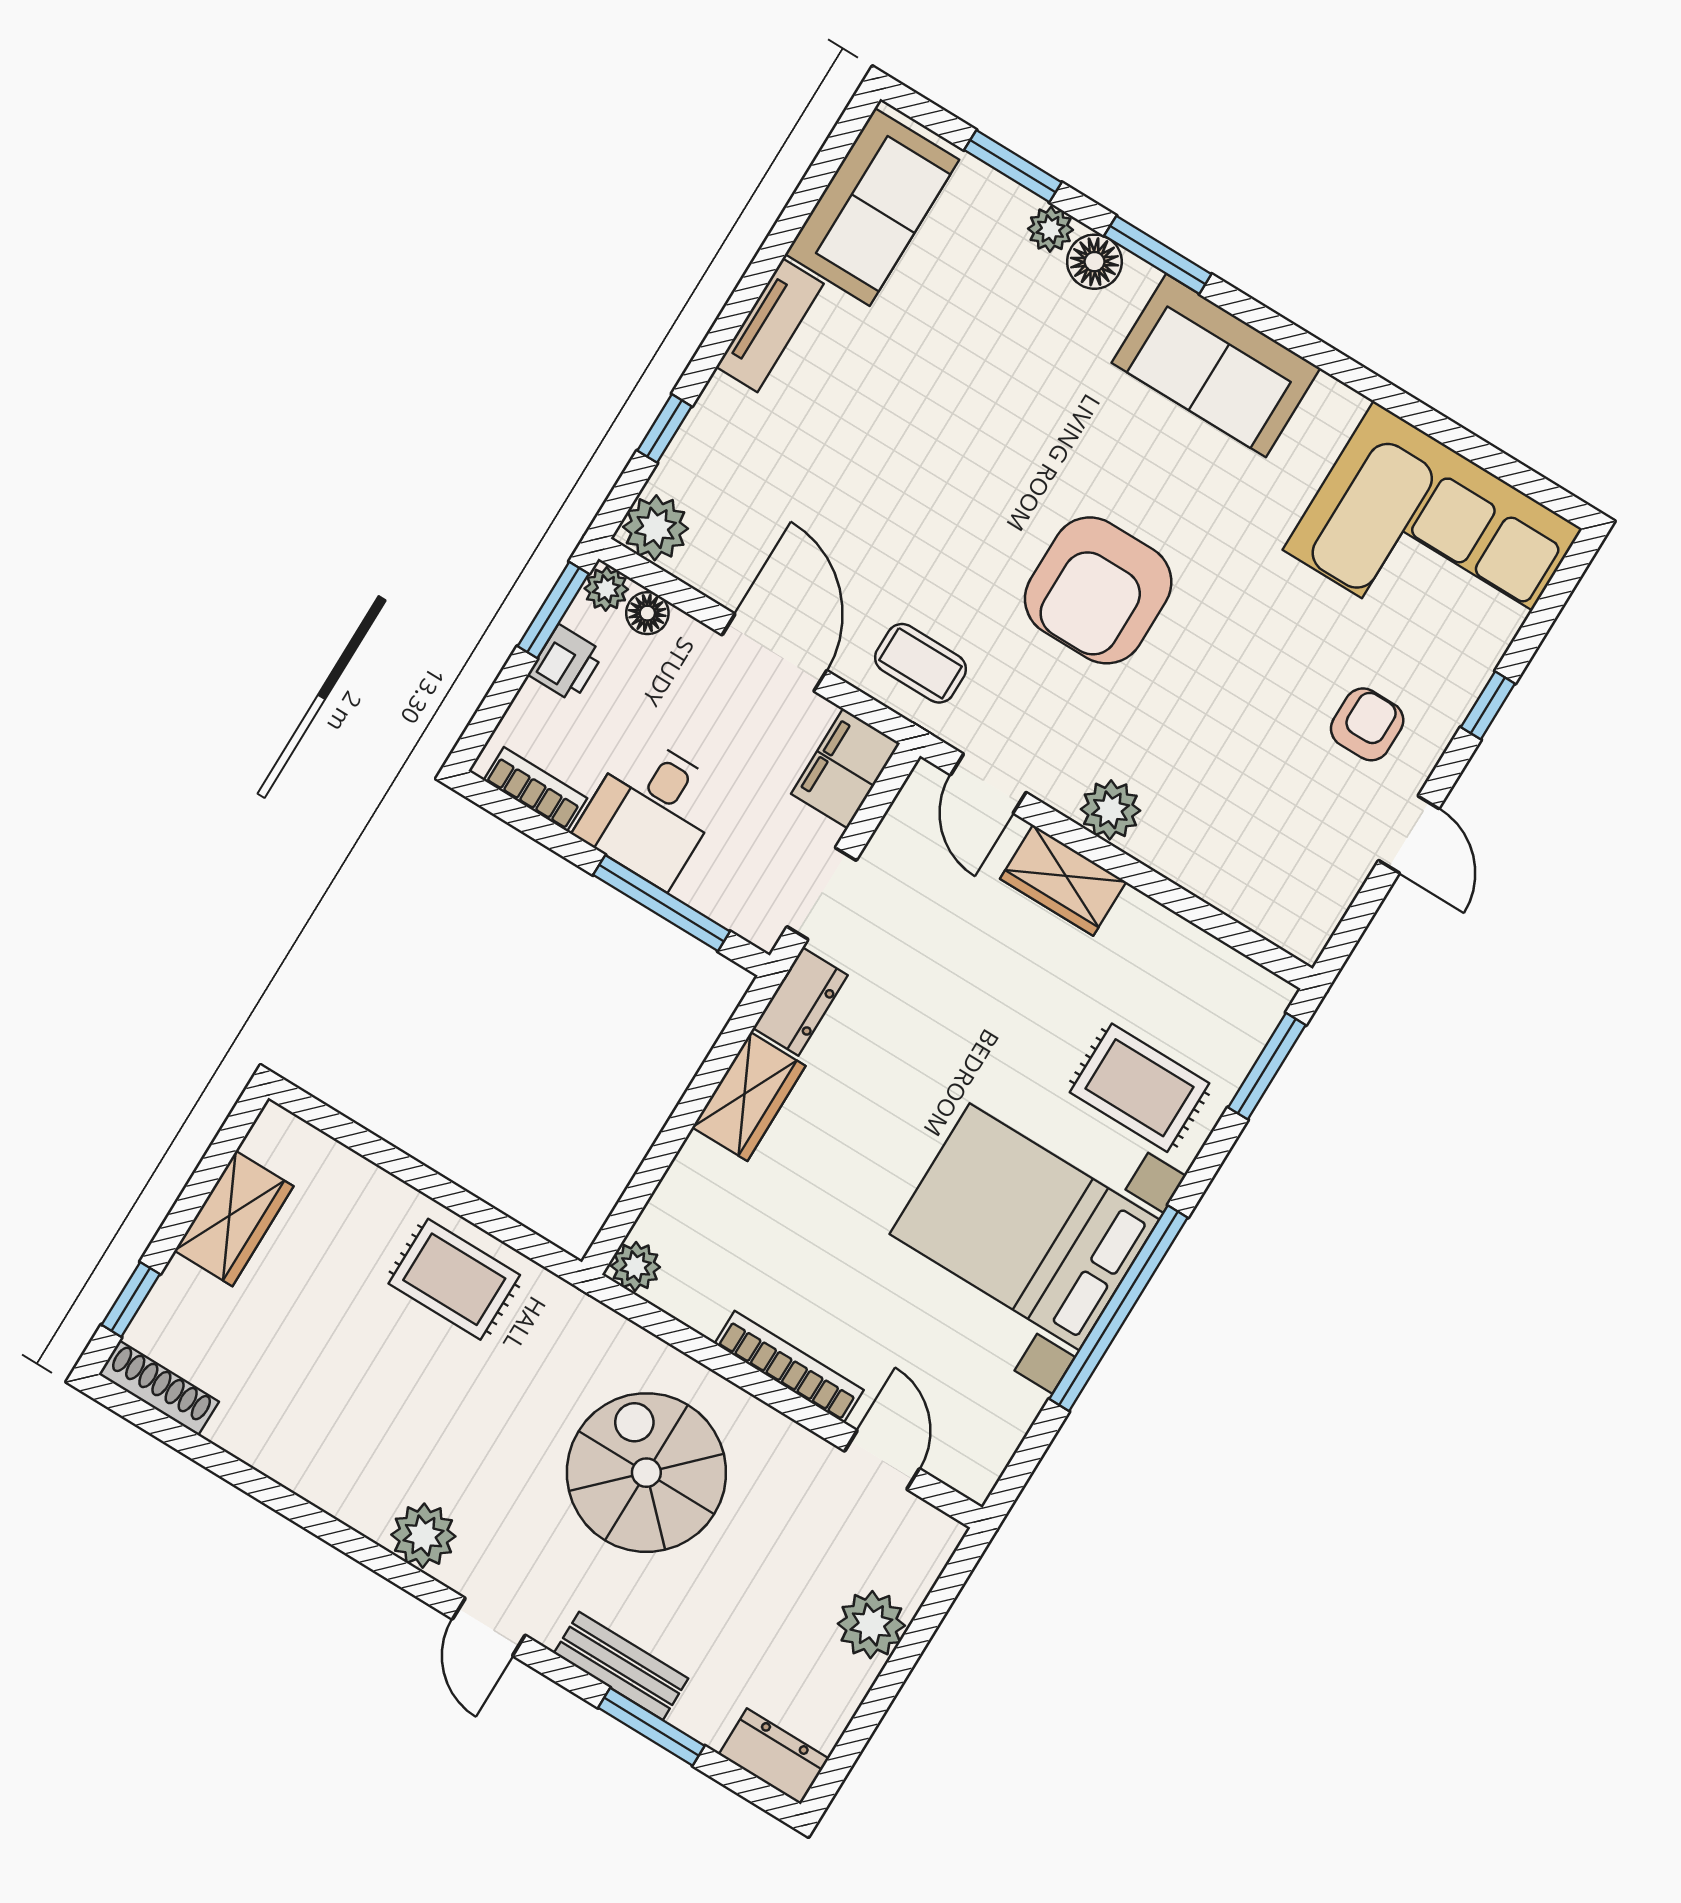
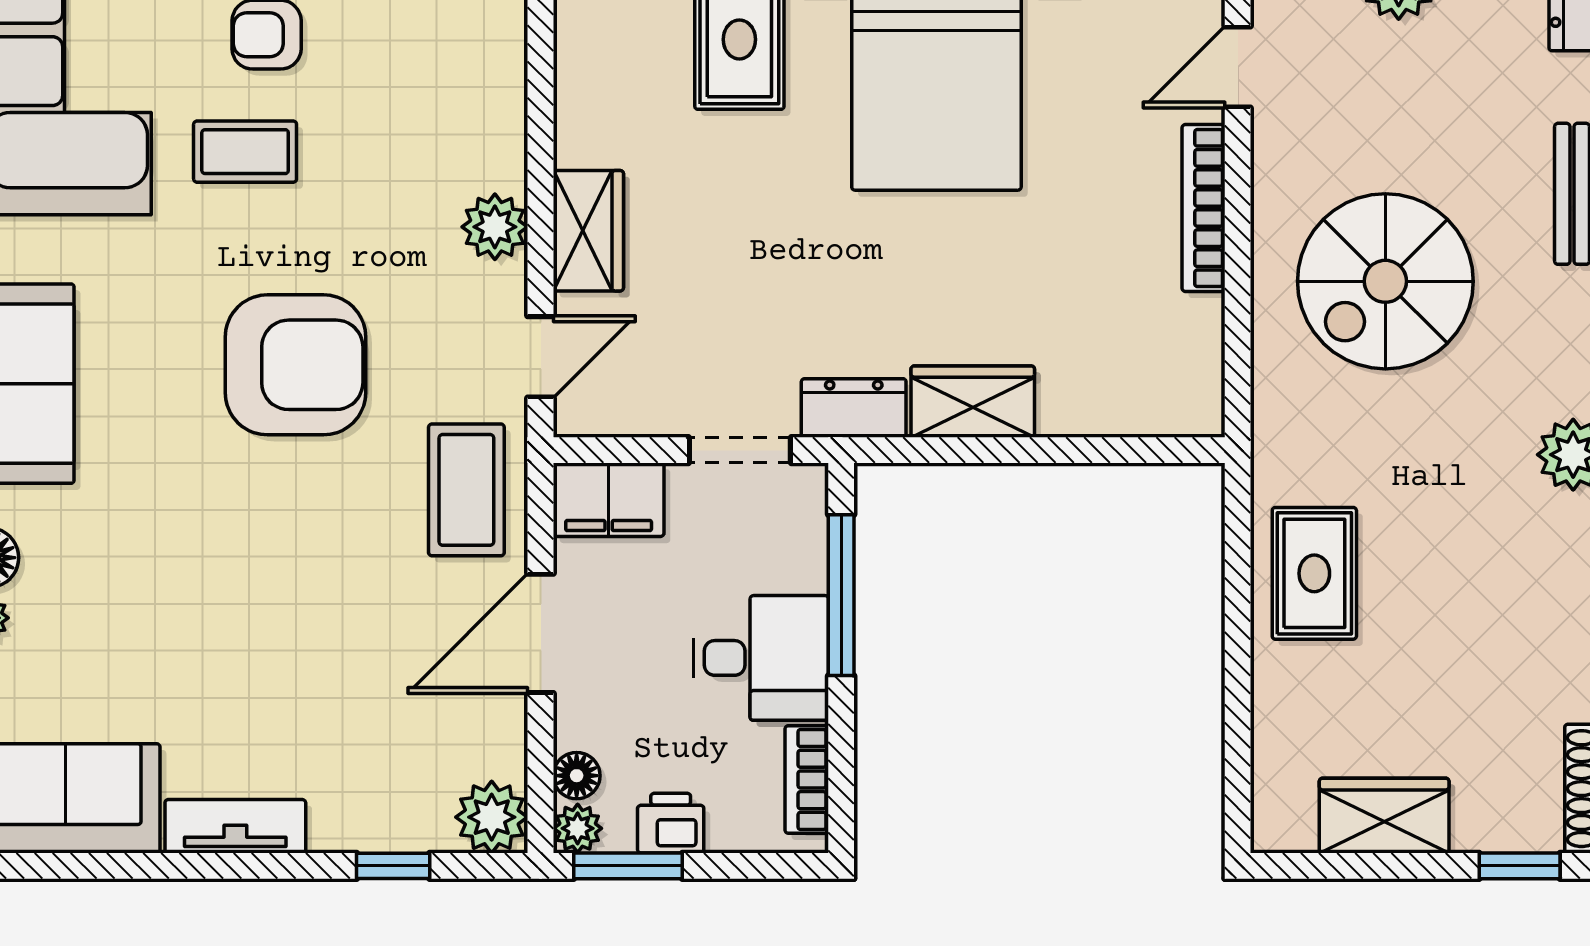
coffee table: (1287, 652) -> (245, 152), added
coffee table: (921, 663) -> (466, 490), width x1.36, depth x1.30
plant: (636, 1266) -> (1198, 410), removed

